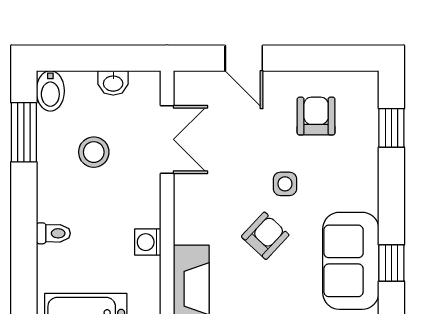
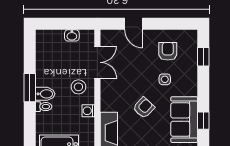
bidet: (50, 91) -> (45, 94), moved, turned -90
window: (24, 132) -> (30, 88), moved
stool: (94, 152) -> (78, 87), moved
side table: (285, 184) -> (165, 79), moved

